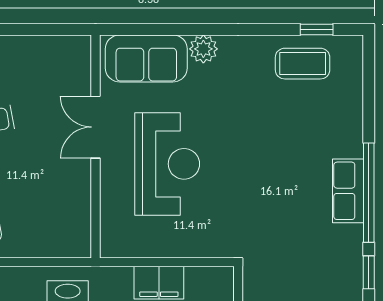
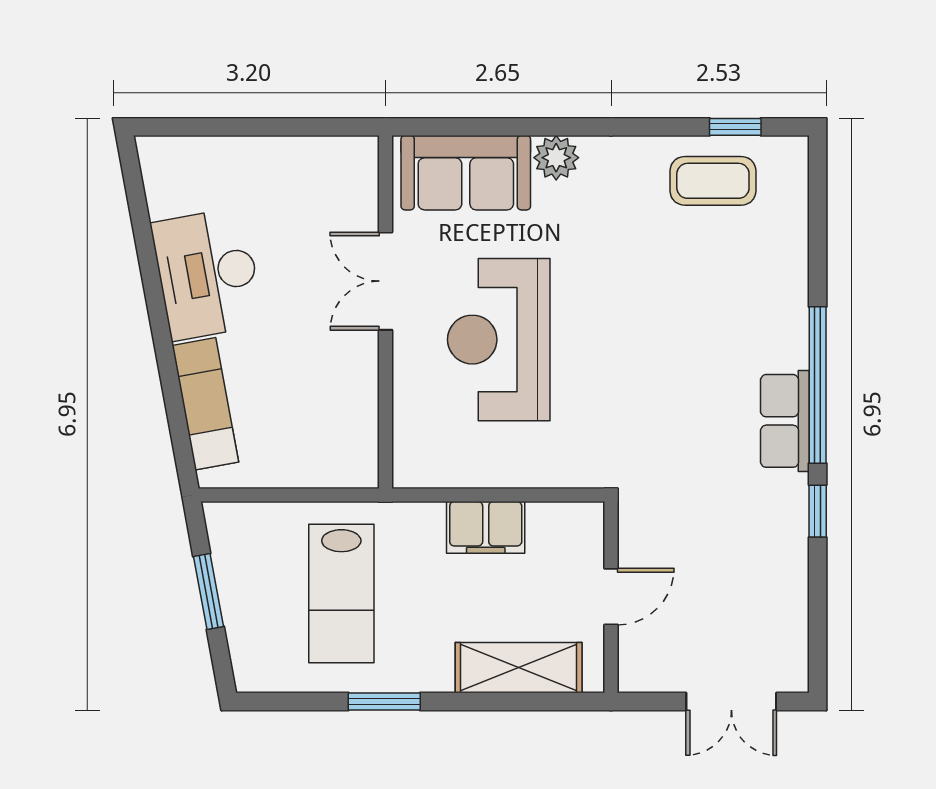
reception desk: (167, 164) -> (499, 340), turned 180
row of seats: (348, 191) -> (785, 421), moved

